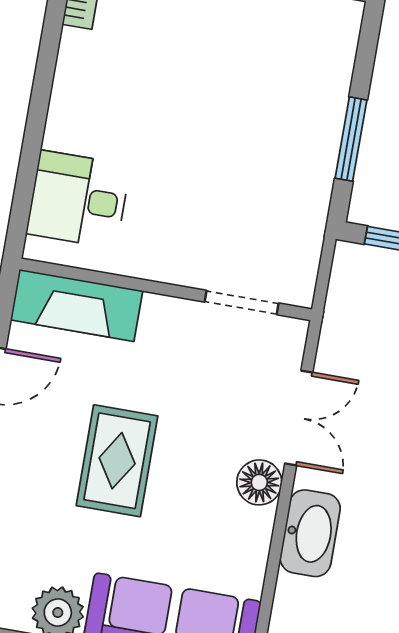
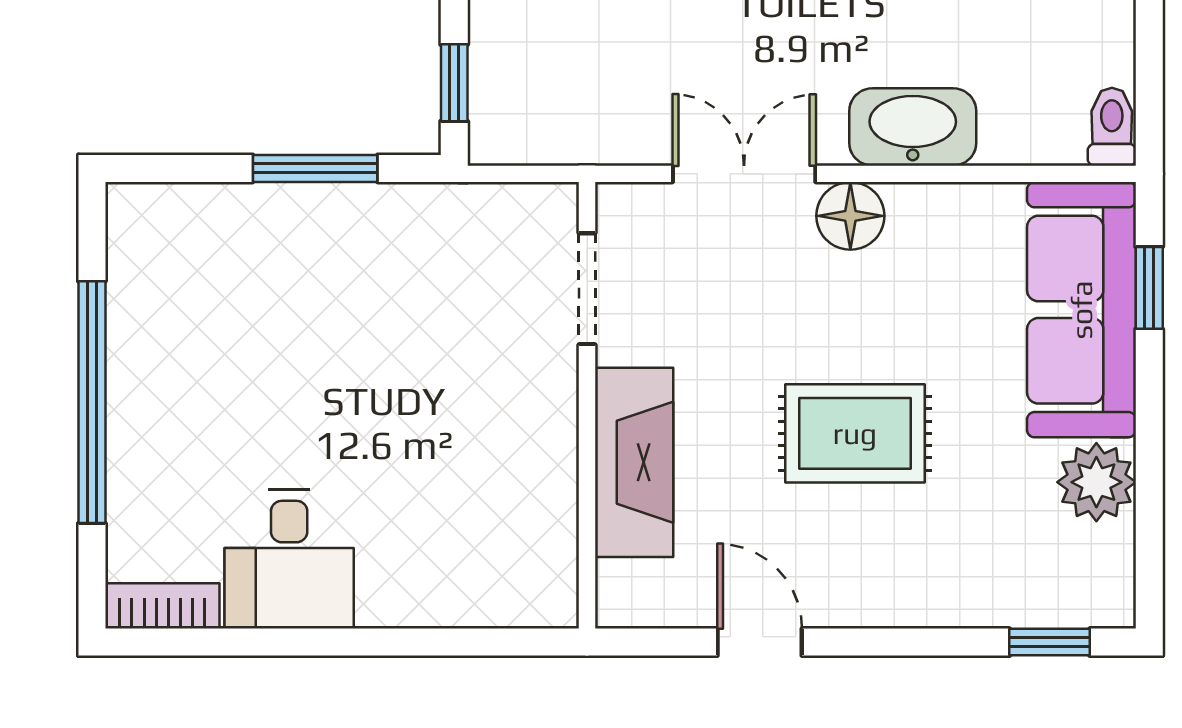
desk: (78, 199) -> (289, 559), moved
fireplace: (77, 305) -> (634, 462), moved

